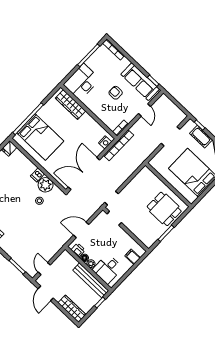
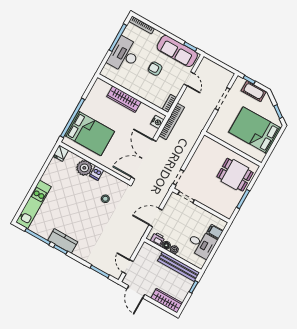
desk: (82, 82) -> (124, 55), moved
wardrobe: (71, 105) -> (124, 99), moved
plant: (46, 185) -> (84, 168), moved
desk: (108, 269) -> (202, 244), moved, turned -90

